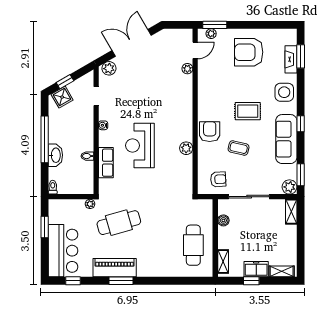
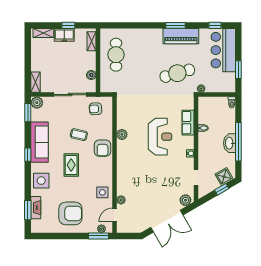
side table: (210, 78) -> (102, 192), added
rug: (248, 111) -> (71, 165), turned 90
washbasin: (55, 155) -> (230, 143), moved

